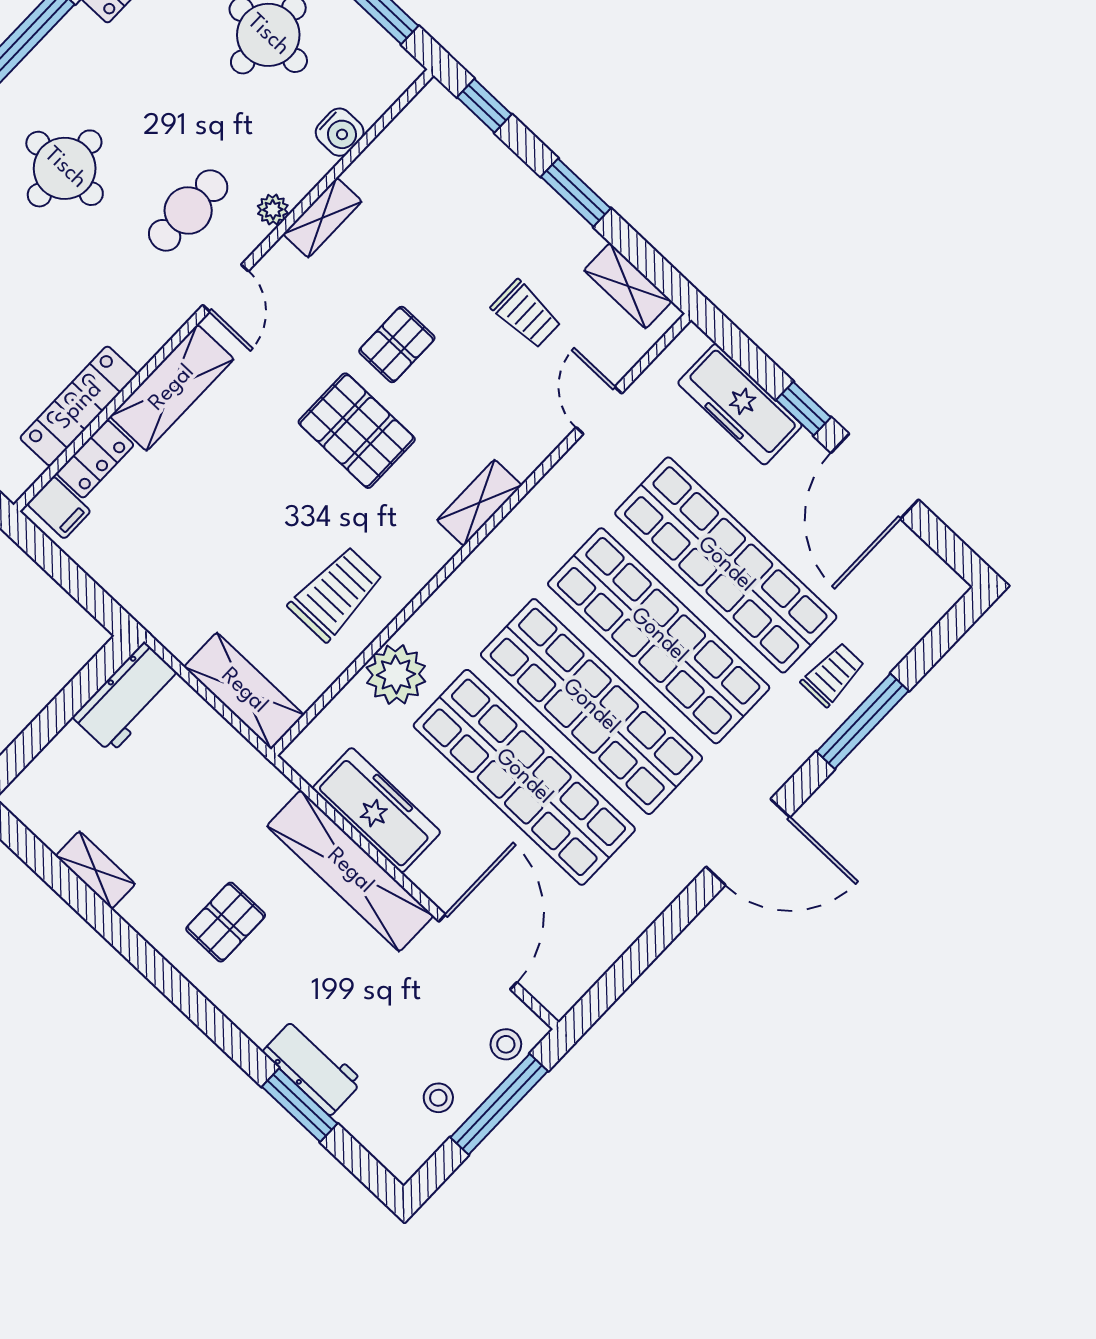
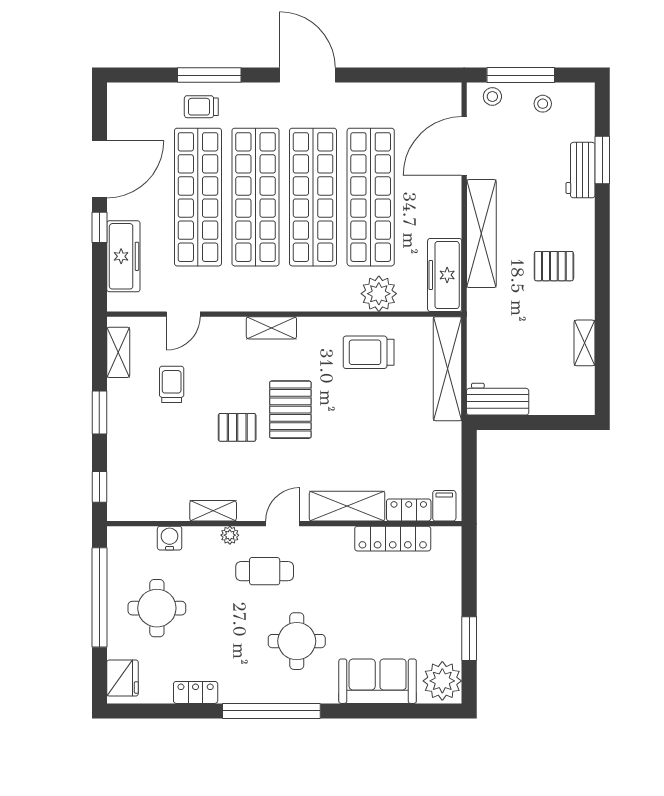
shelving: (244, 691) -> (448, 369), width x1.47
freezer: (377, 810) -> (445, 275), moved

